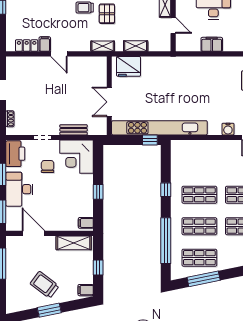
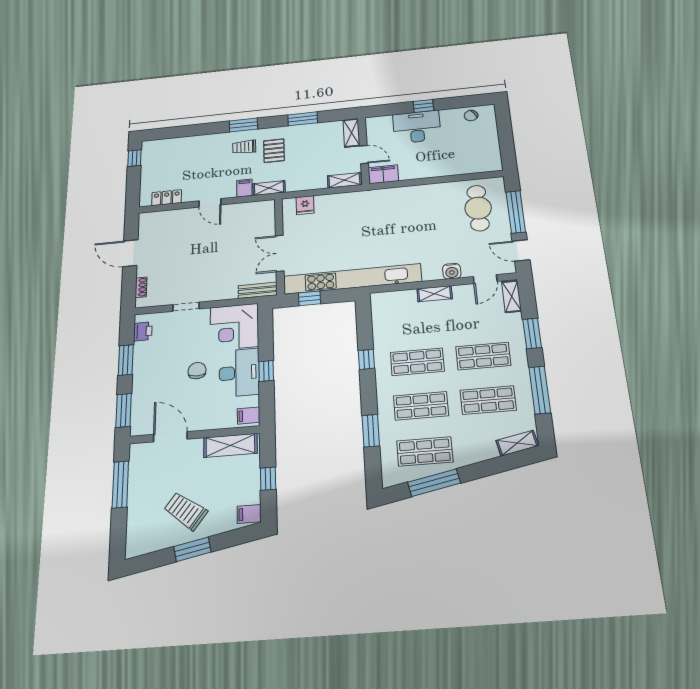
filing cabinet: (45, 44) -> (244, 188), moved
filing cabinet: (212, 44) -> (383, 174), moved
shelving: (136, 46) -> (344, 180), moved
fridge: (129, 66) -> (305, 205), width x0.53, depth x0.75
bench: (74, 130) -> (258, 290), moved
window: (150, 140) -> (309, 298), moved
shelving: (215, 145) -> (435, 294), added
printer: (15, 154) -> (143, 331), width x0.53, depth x0.68
chair: (48, 167) -> (197, 371), moved
desk: (19, 189) -> (239, 373), moved, turned 180
window: (166, 241) -> (371, 431), width x0.47

